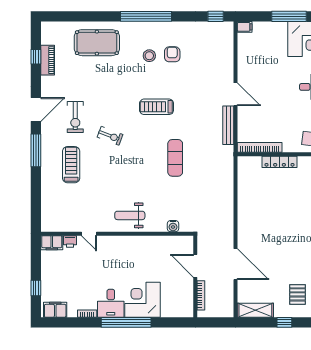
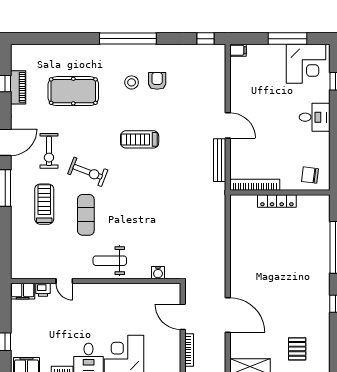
pool table: (97, 43) -> (73, 91), moved
exercise bike: (110, 136) -> (88, 172), width x1.38, depth x1.39
exercise mat: (175, 158) -> (86, 215), moved

